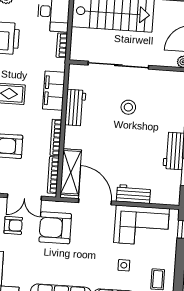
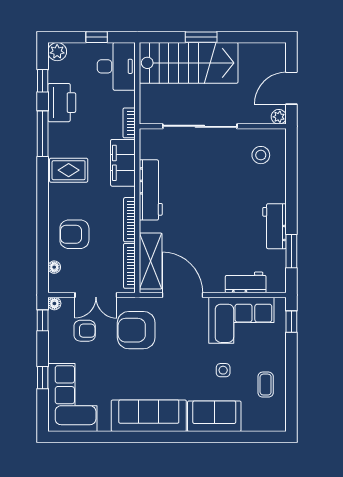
bookcase: (62, 45) -> (129, 123), moved
stool: (128, 107) -> (261, 155), moved
workbench: (75, 108) -> (151, 190), width x1.38
workbench: (133, 194) -> (246, 282), moved

